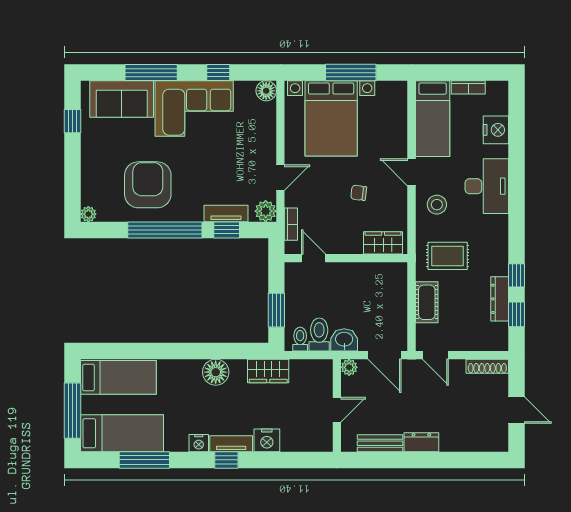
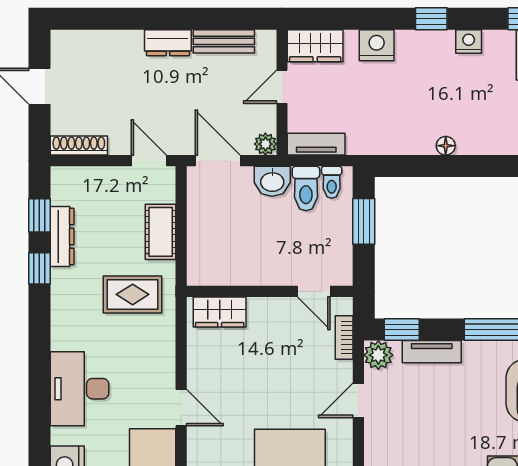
chair: (359, 193) -> (253, 380), removed
stool: (437, 205) -> (147, 364), removed
window: (227, 230) -> (402, 330), moved
wardrobe: (268, 371) -> (315, 46), moved, turned 180
floor lamp: (216, 372) -> (446, 146), width x0.53, depth x0.53
tv unit: (231, 444) -> (316, 144), moved, turned 180

